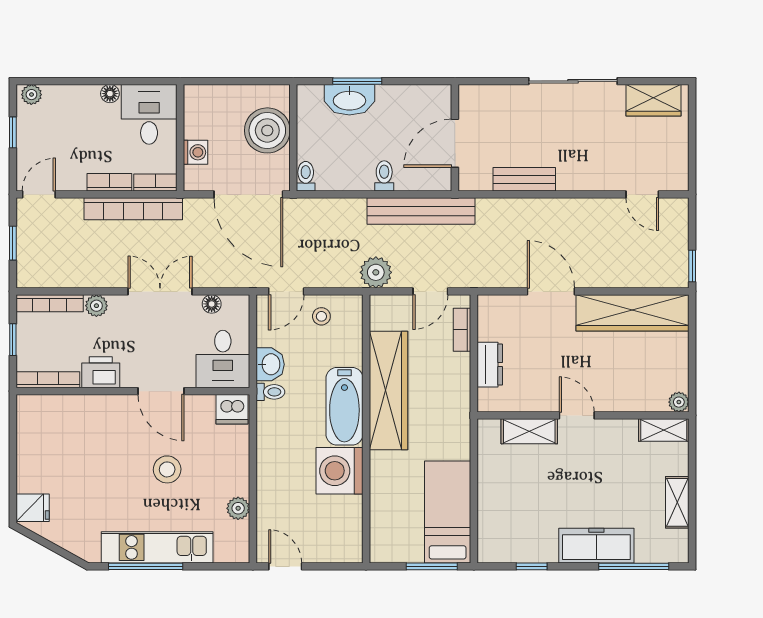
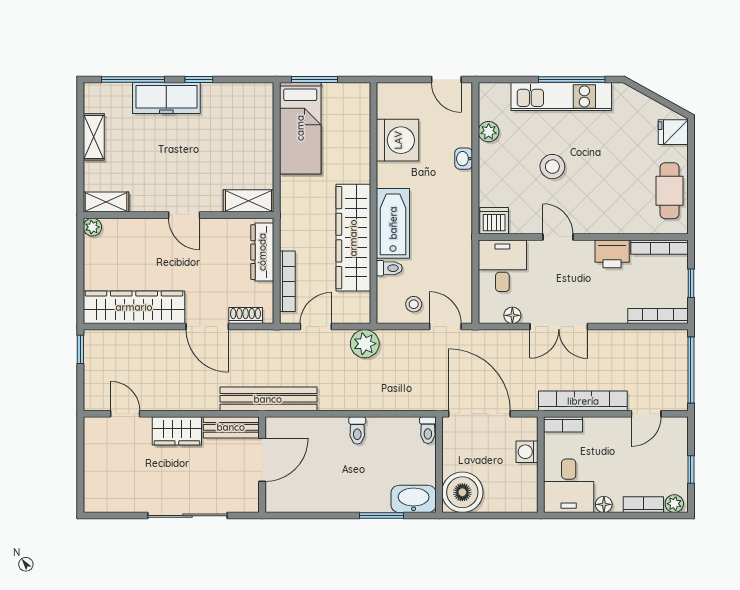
washbasin: (349, 100) -> (414, 499), moved
wardrobe: (653, 100) -> (177, 431), moved, turned 180
boiler: (267, 130) -> (462, 492), moved
wall: (455, 138) -> (262, 465), moved
door: (455, 143) -> (262, 460), moved
bookcase: (109, 182) -> (643, 505), moved, turned 180
door: (39, 194) -> (646, 414), moved
bench: (421, 211) -> (268, 399), moved
window: (13, 243) -> (691, 370), width x2.17
door: (286, 291) -> (445, 327), hinge flipped
shoe rack: (508, 304) -> (246, 316), added
plant: (96, 306) -> (616, 314), removed
bookcase: (462, 330) -> (287, 281), width x1.56
washbasin: (270, 364) -> (464, 159), moved, width x0.72, depth x0.69
dresser: (490, 365) -> (262, 252), width x1.44
door: (161, 391) -> (558, 237), width x0.73
toilet: (270, 392) -> (389, 268), moved, turned 180
shelving: (529, 431) -> (249, 201), moved
cafe table: (37, 443) -> (670, 191), added
washing machine: (339, 471) -> (398, 140), moved
window: (532, 566) -> (199, 79), moved

